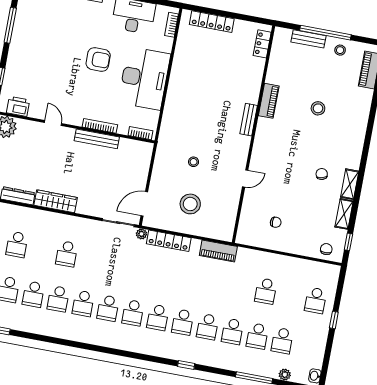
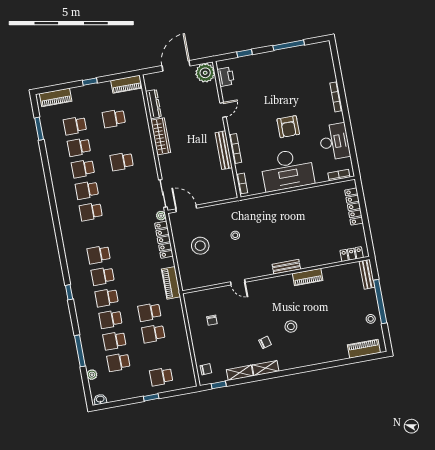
bench: (309, 39) -> (367, 274), moved
stool: (318, 108) -> (291, 326), moved
school desk: (133, 313) -> (149, 312), moved

